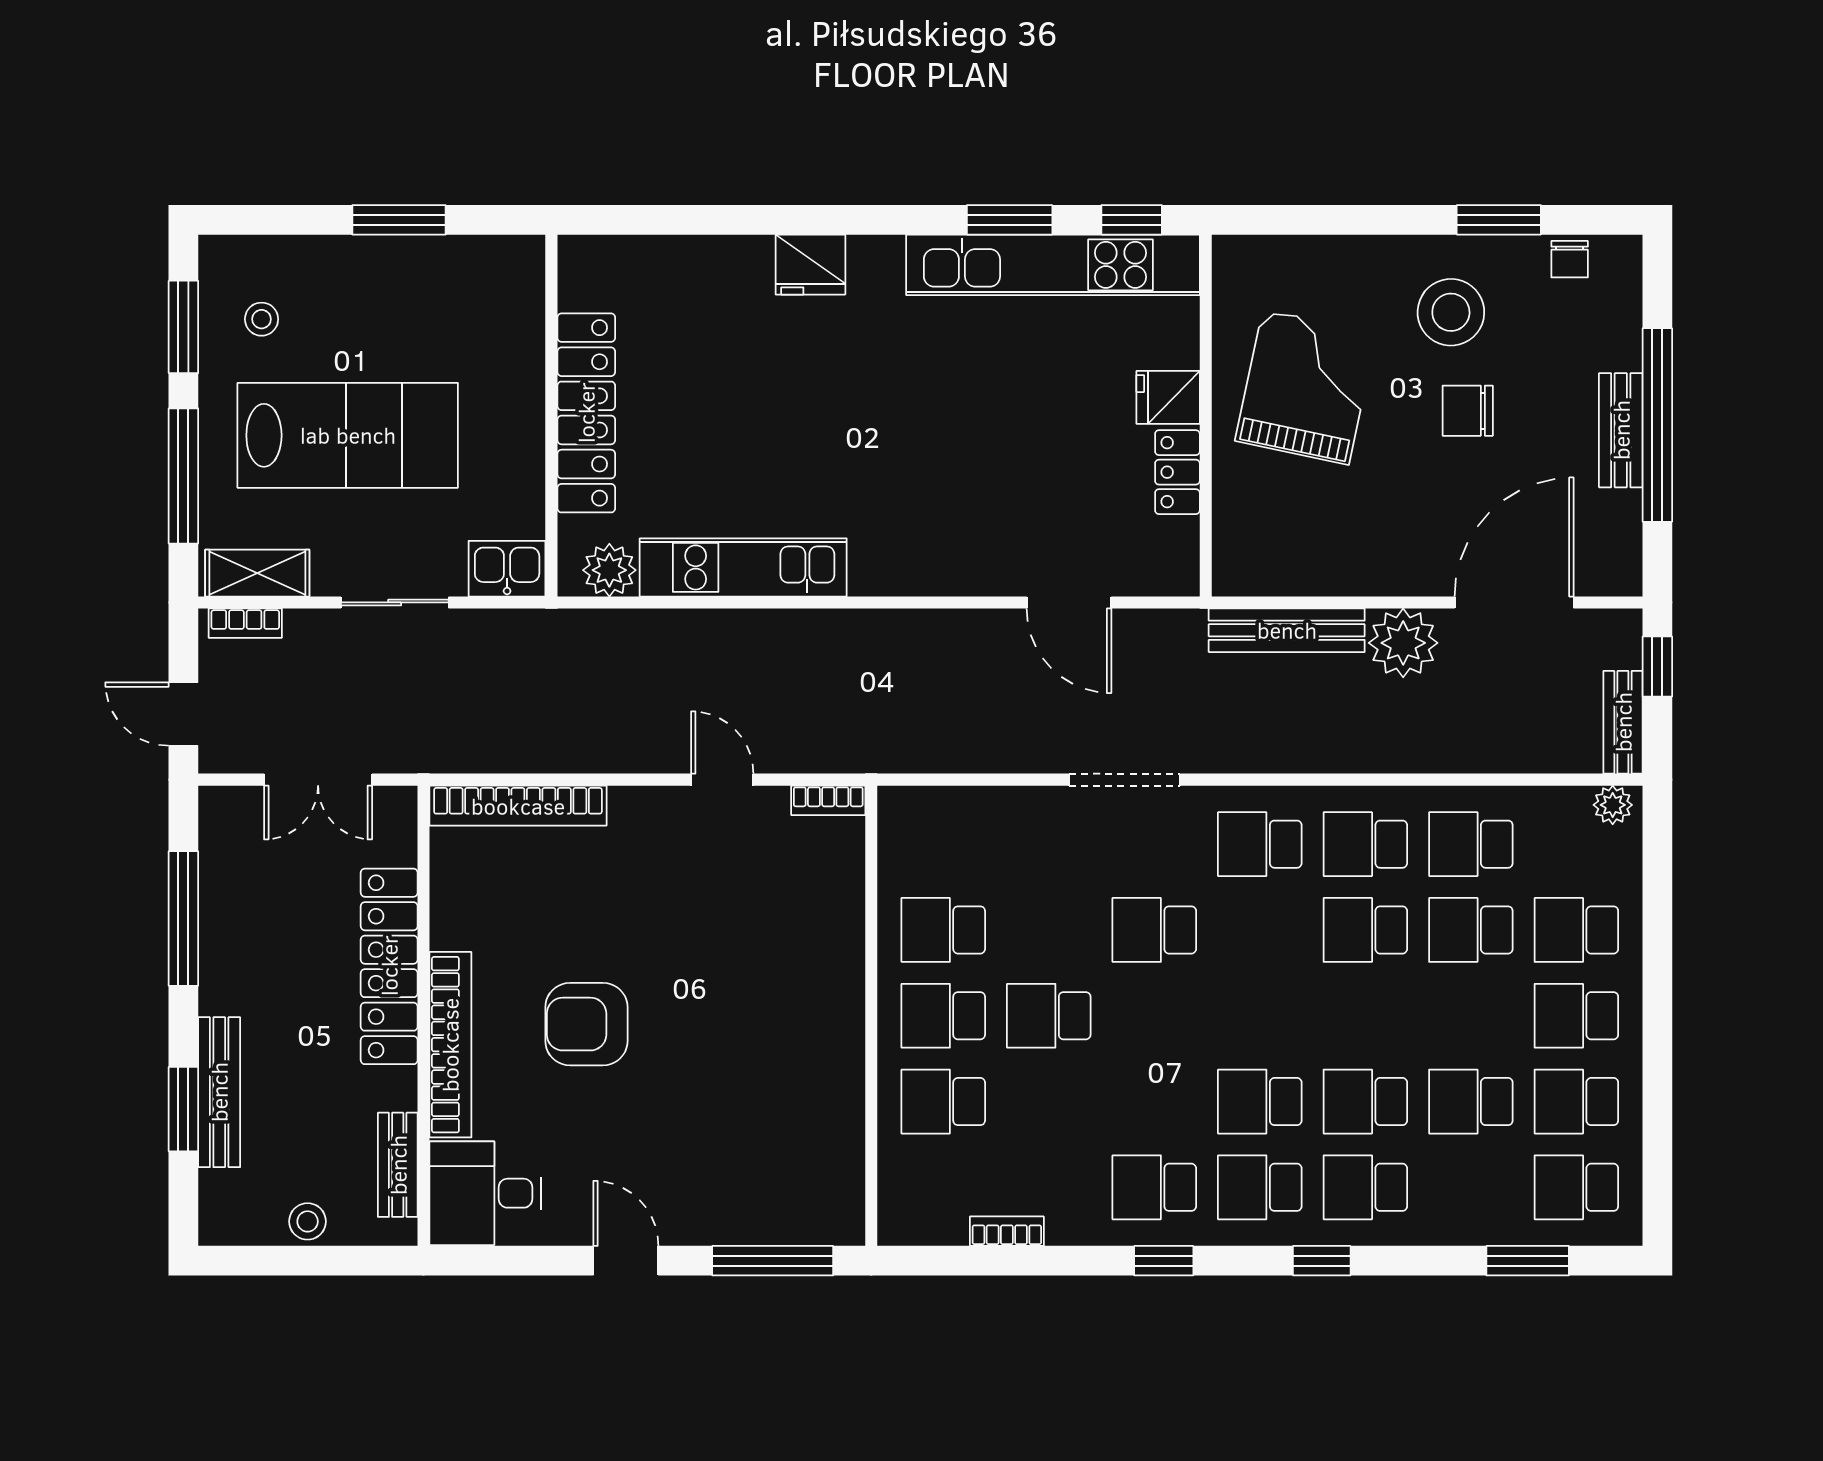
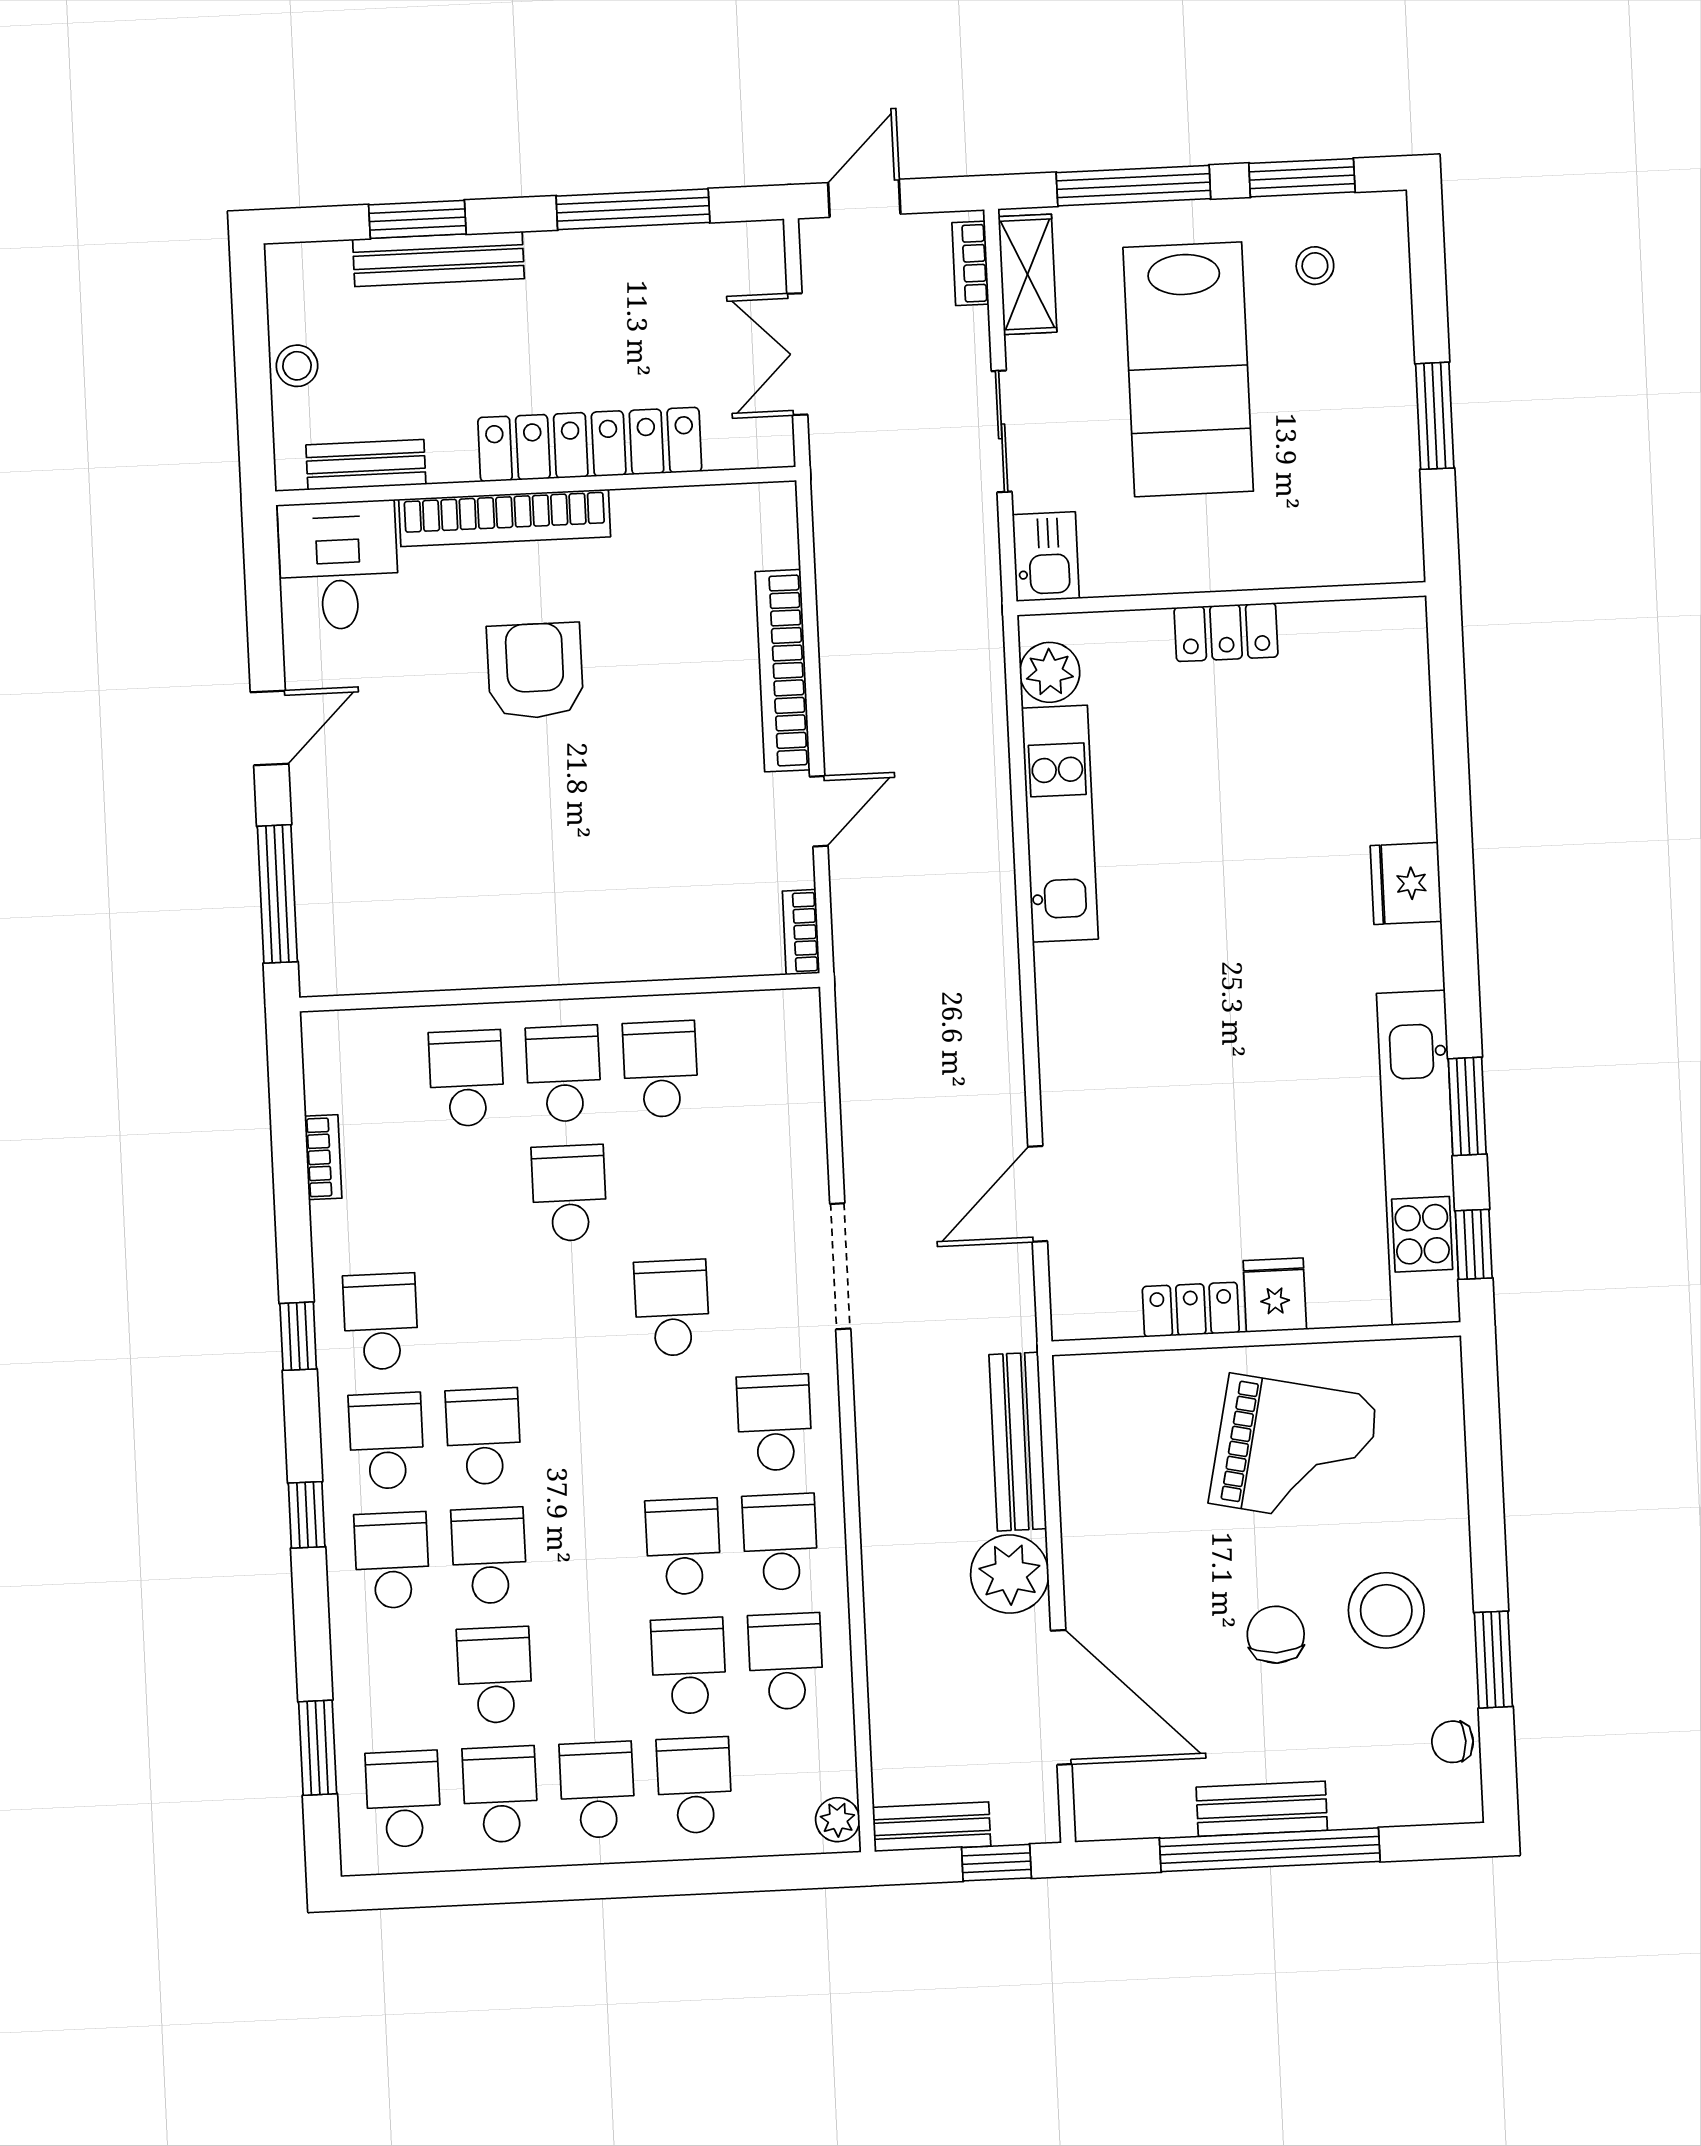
locker: (586, 413) -> (1226, 632), width x0.46, depth x0.83
bookcase: (518, 806) -> (783, 671), moved

